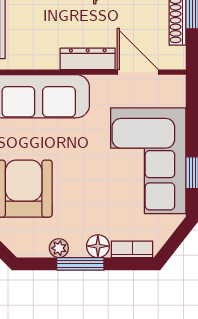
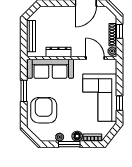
plant: (176, 57) -> (112, 51), added
dresser: (88, 59) -> (58, 52), moved

